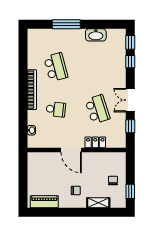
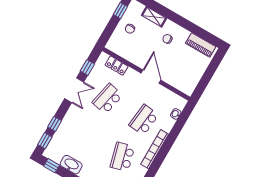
window: (112, 24) -> (52, 166), added
school desk: (56, 109) -> (144, 120), width x1.85
school desk: (97, 109) -> (107, 99), turned 30
locker: (95, 142) -> (117, 66), moved

